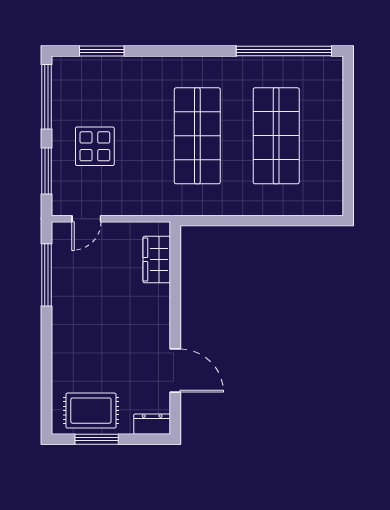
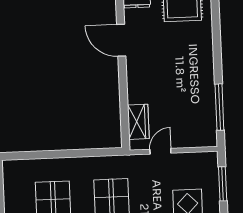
door: (86, 219) -> (160, 151), moved

